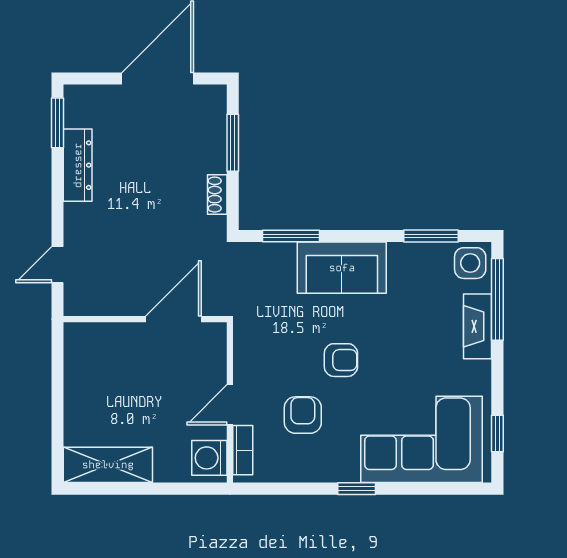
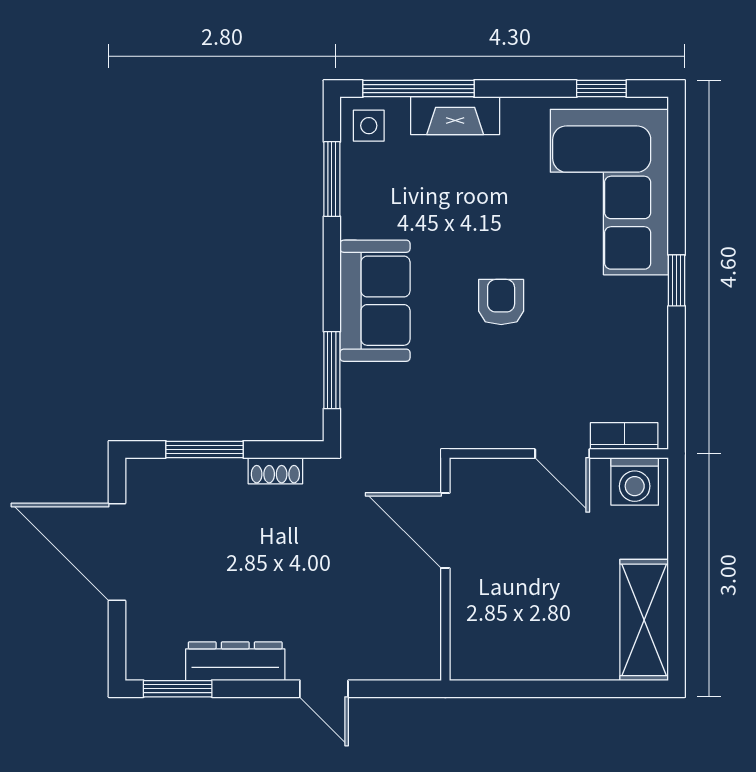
side table: (470, 263) -> (369, 126), width x0.73, depth x0.73
door: (57, 265) -> (324, 689), moved
armchair: (303, 415) -> (576, 354), removed

